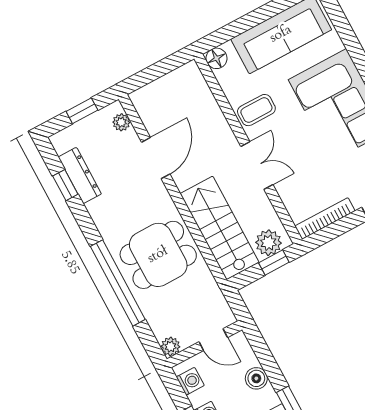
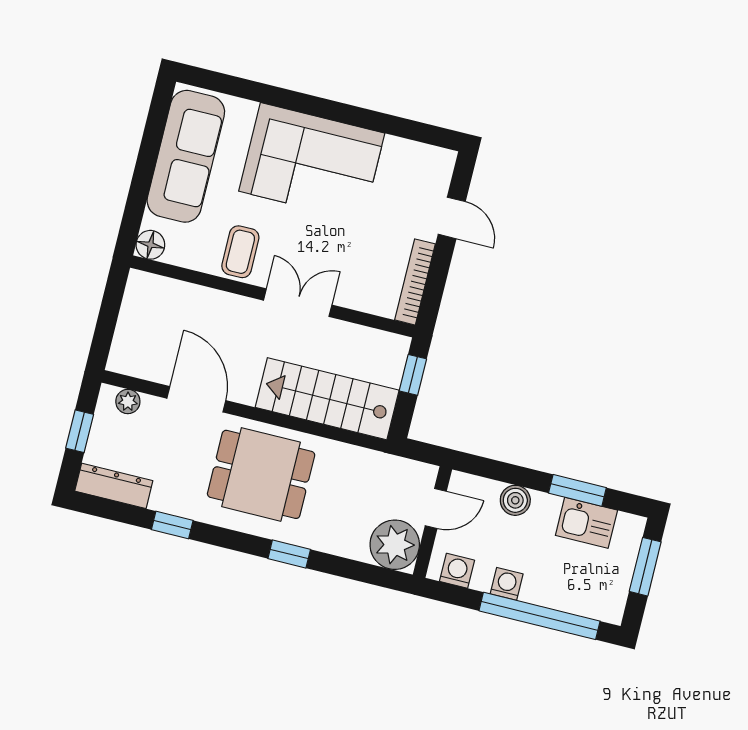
dresser: (80, 175) -> (114, 486), moved
window: (65, 185) -> (172, 525), moved
plant: (268, 243) -> (387, 362), removed
dining table: (158, 255) -> (261, 474), moved, turned 90
window: (118, 283) -> (289, 554), width x0.32
plant: (171, 346) -> (395, 545), width x1.88, depth x1.88

